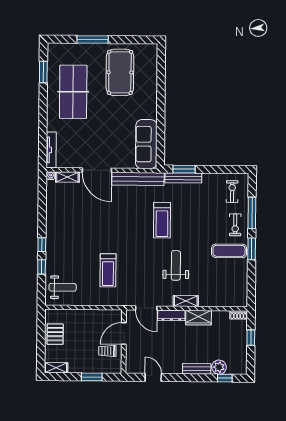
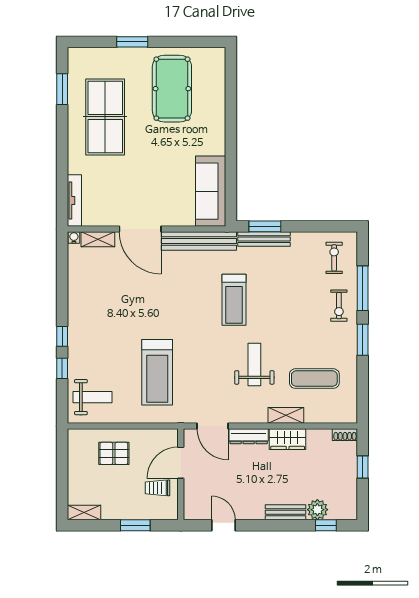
window: (93, 39) -> (132, 42), width x0.69
exercise mat: (229, 251) -> (314, 379), moved
treadmill: (108, 270) -> (157, 372), width x1.37, depth x1.38
shelving: (186, 301) -> (286, 415), moved
pallet: (55, 334) -> (114, 453), moved, turned 90

